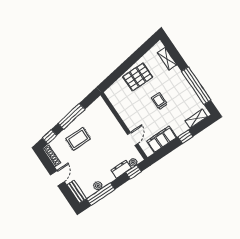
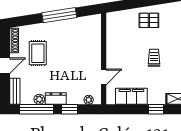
pallet: (138, 77) -> (149, 20), width x0.67, depth x0.71
window: (50, 137) -> (25, 20), removed
rug: (78, 139) -> (38, 53), moved, turned 90
dresser: (121, 169) -> (56, 99), moved
window: (133, 172) -> (69, 109), moved

